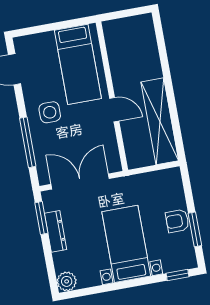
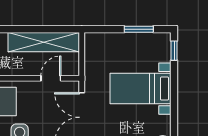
door: (114, 110) -> (51, 78), moved
armchair: (177, 221) -> (129, 43), removed

